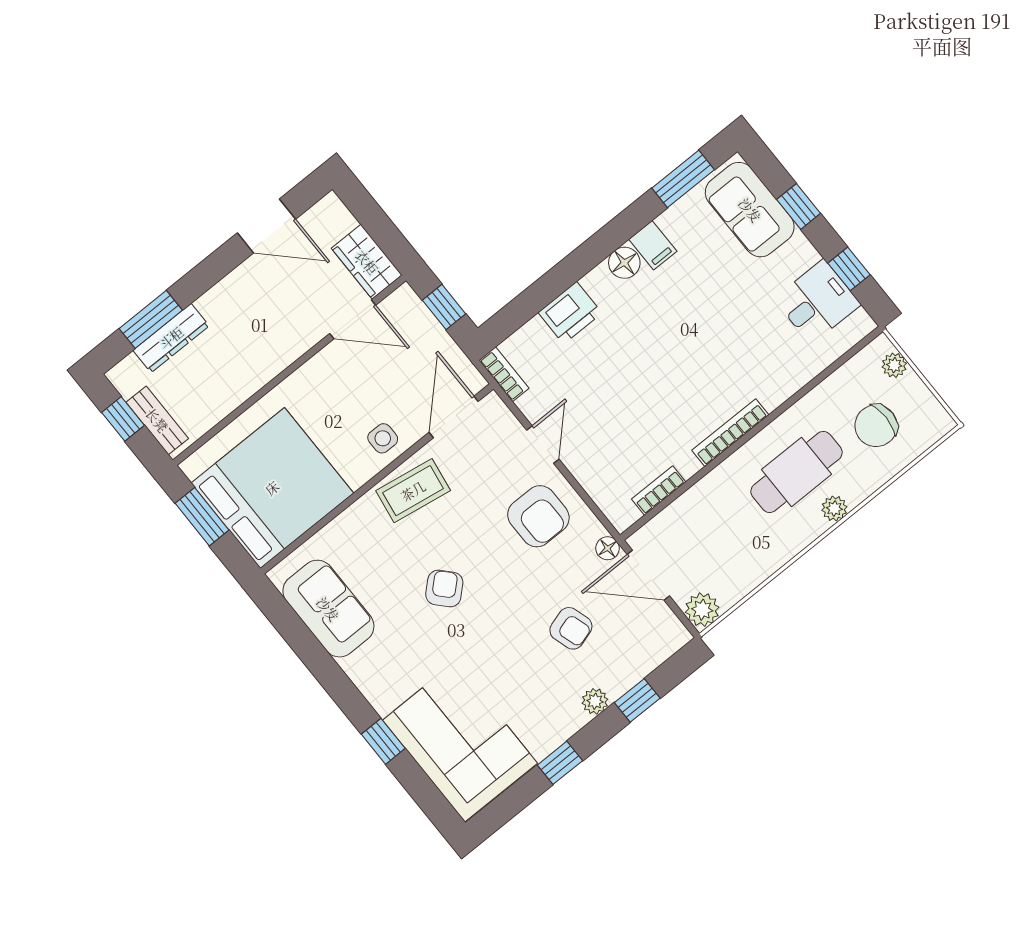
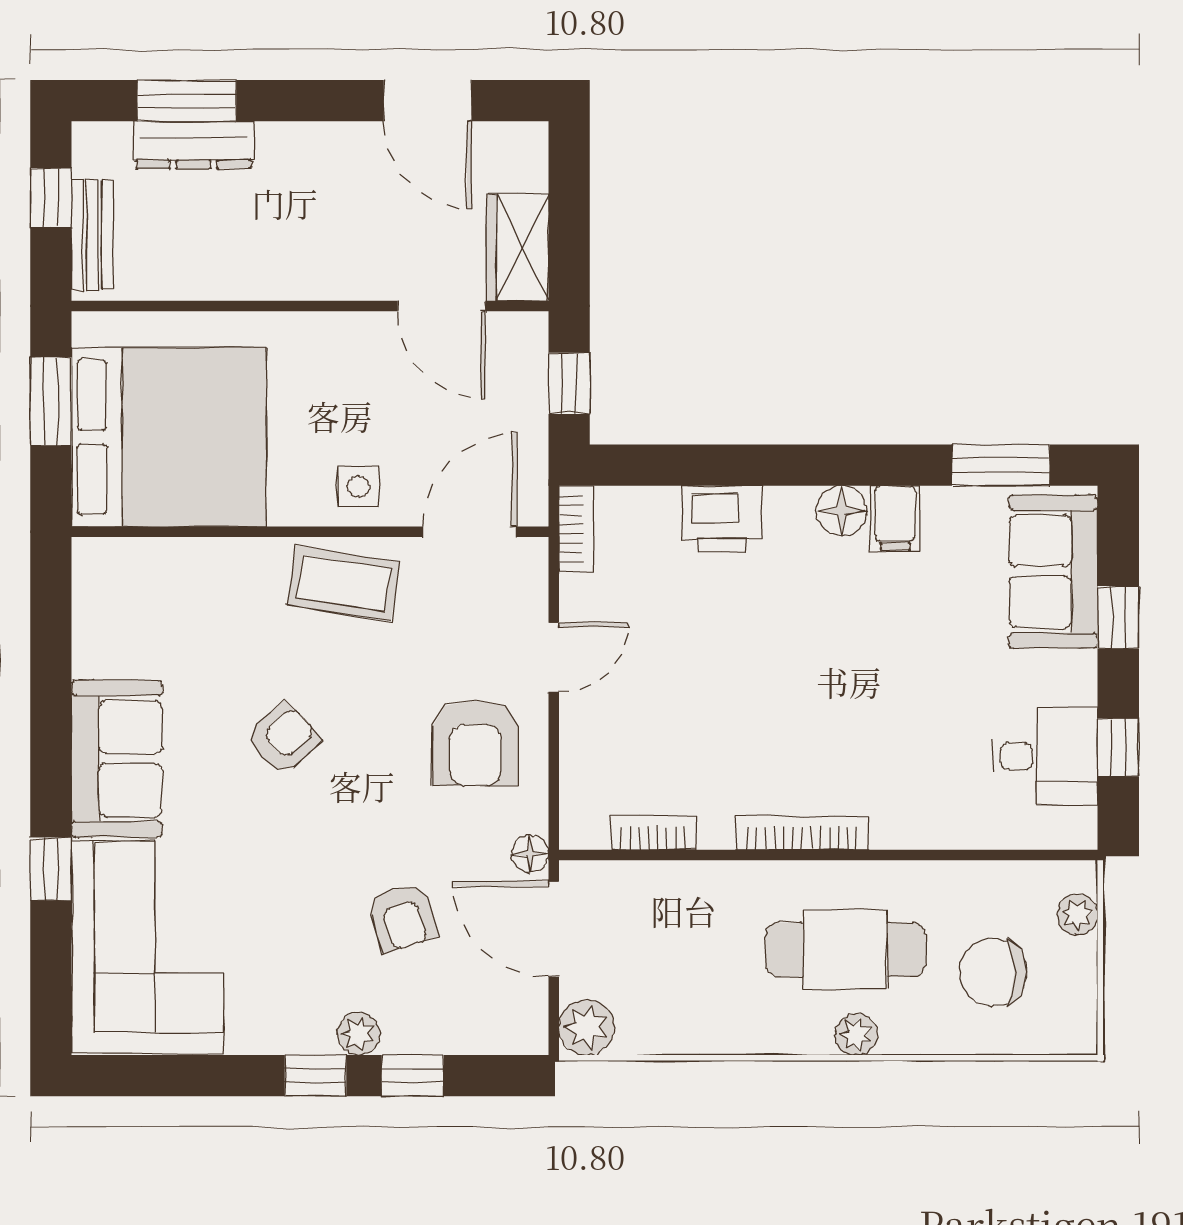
sofa: (328, 609) -> (117, 759), moved
window: (560, 763) -> (315, 1076), moved

